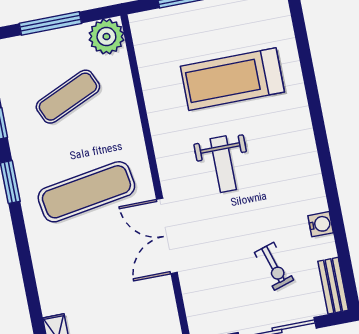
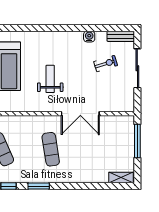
weight bench: (223, 164) -> (50, 79), turned -90
exercise mat: (86, 192) -> (51, 149), width x0.73, depth x0.69

